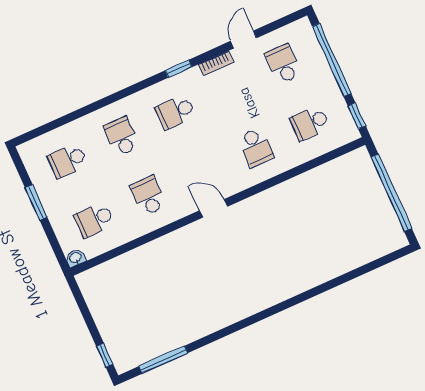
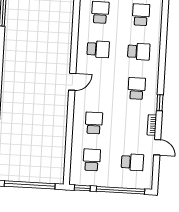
school desk: (256, 147) -> (94, 123), turned 90

